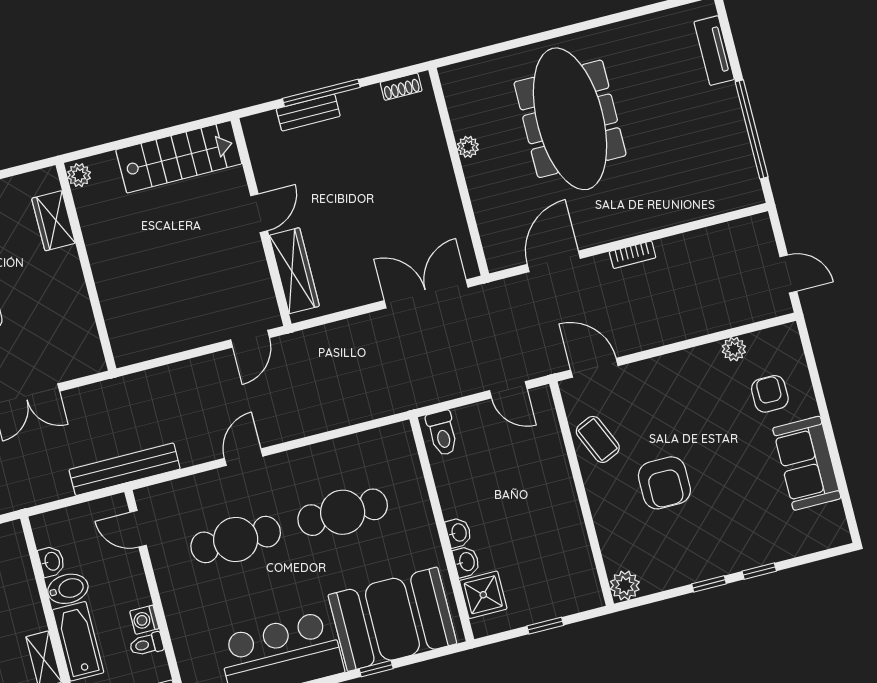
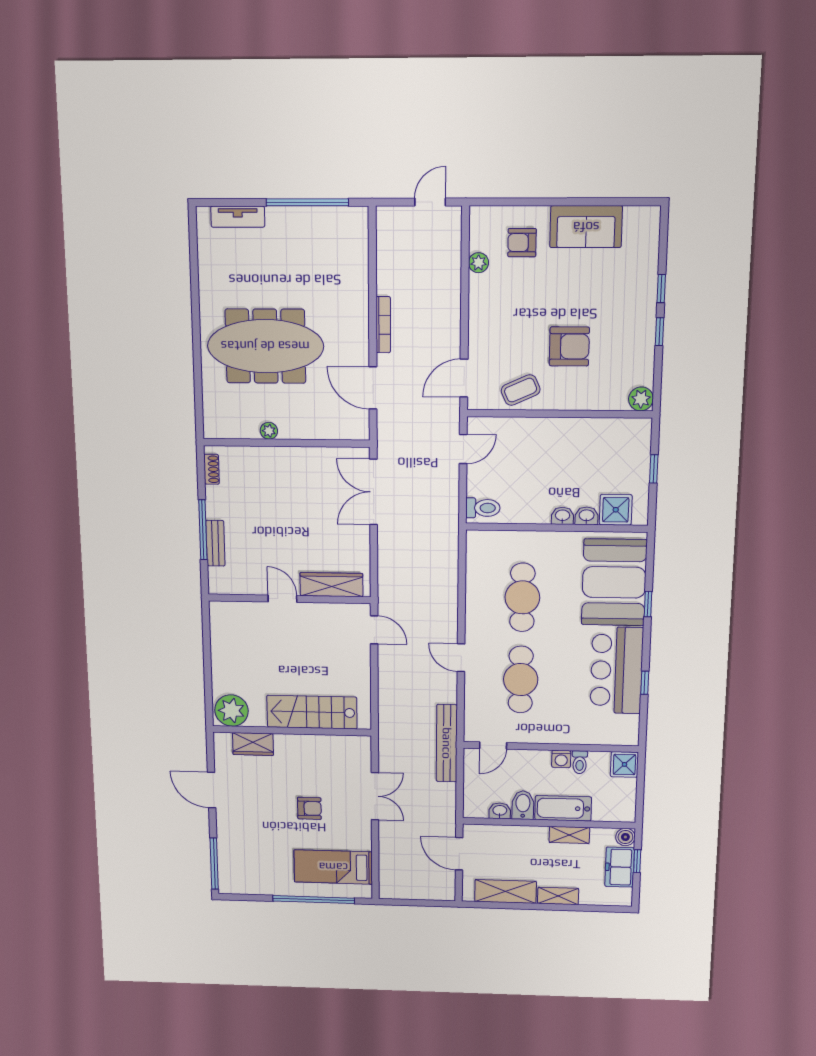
stairs: (179, 157) -> (312, 712), moved, turned -90
plant: (79, 175) -> (231, 711), width x1.87, depth x1.87
bookcase: (633, 255) -> (383, 325), width x1.56

